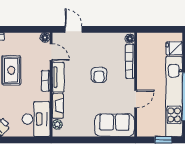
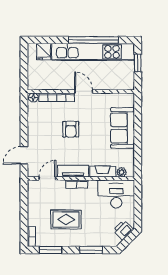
floor lamp: (45, 37) -> (32, 185), removed
armchair: (99, 75) -> (71, 129), turned 90
door: (136, 99) -> (84, 91), moved
sofa: (114, 125) -> (123, 128), moved

